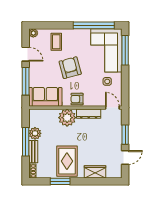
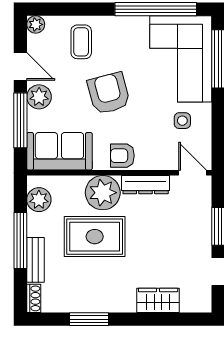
plant: (35, 69) -> (39, 97), added
plant: (35, 133) -> (39, 200), moved
rug: (67, 161) -> (95, 237), moved, turned 90

